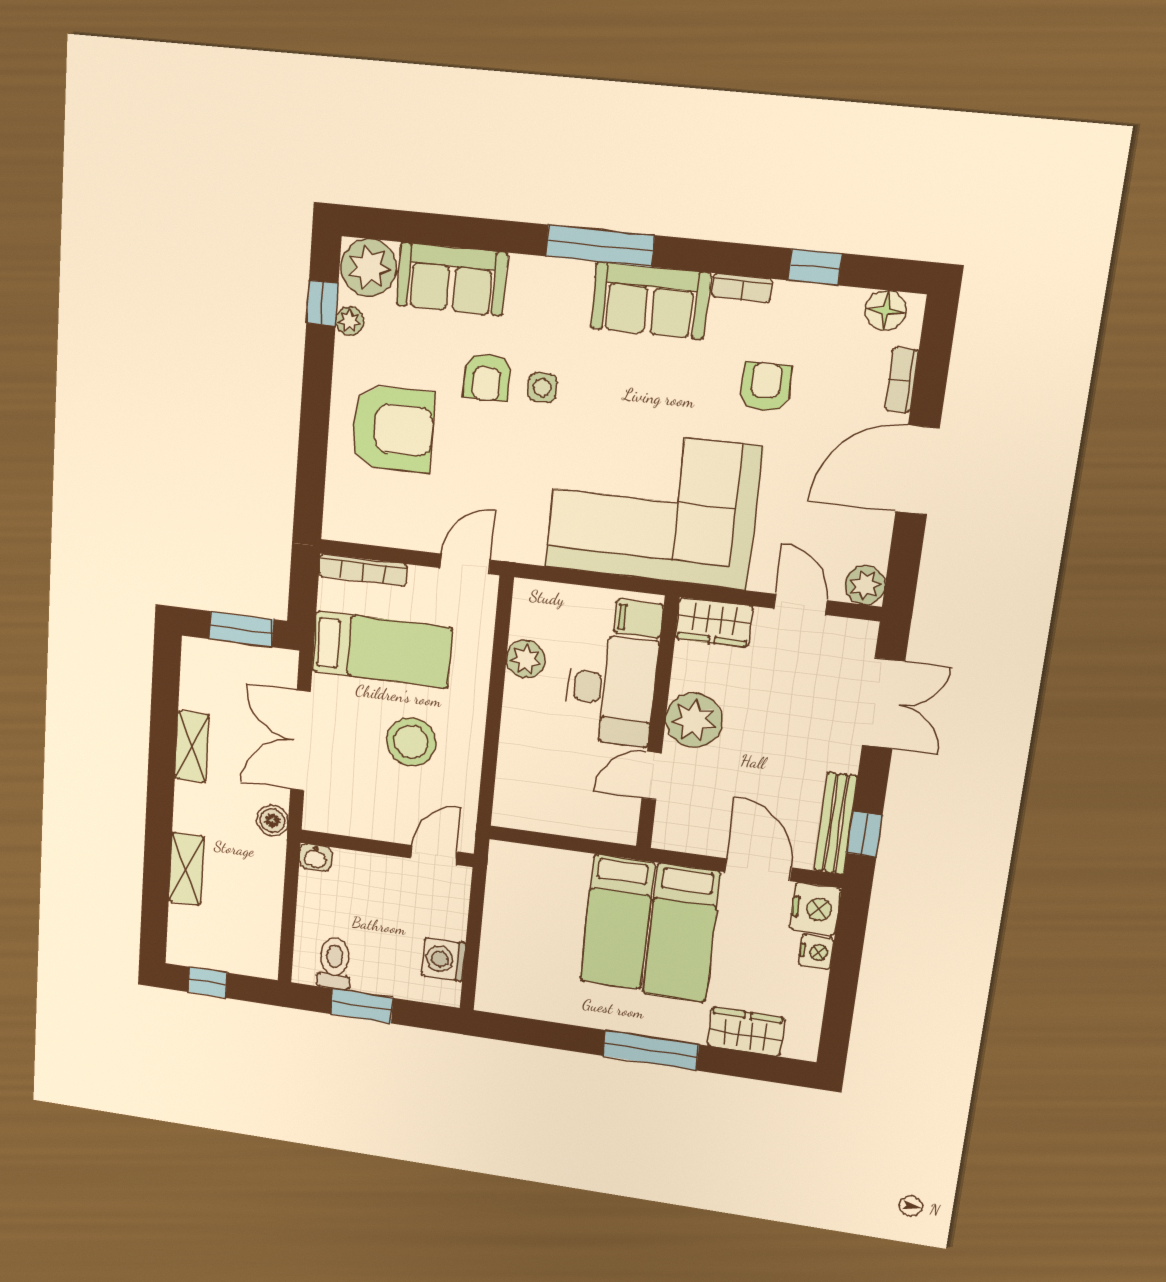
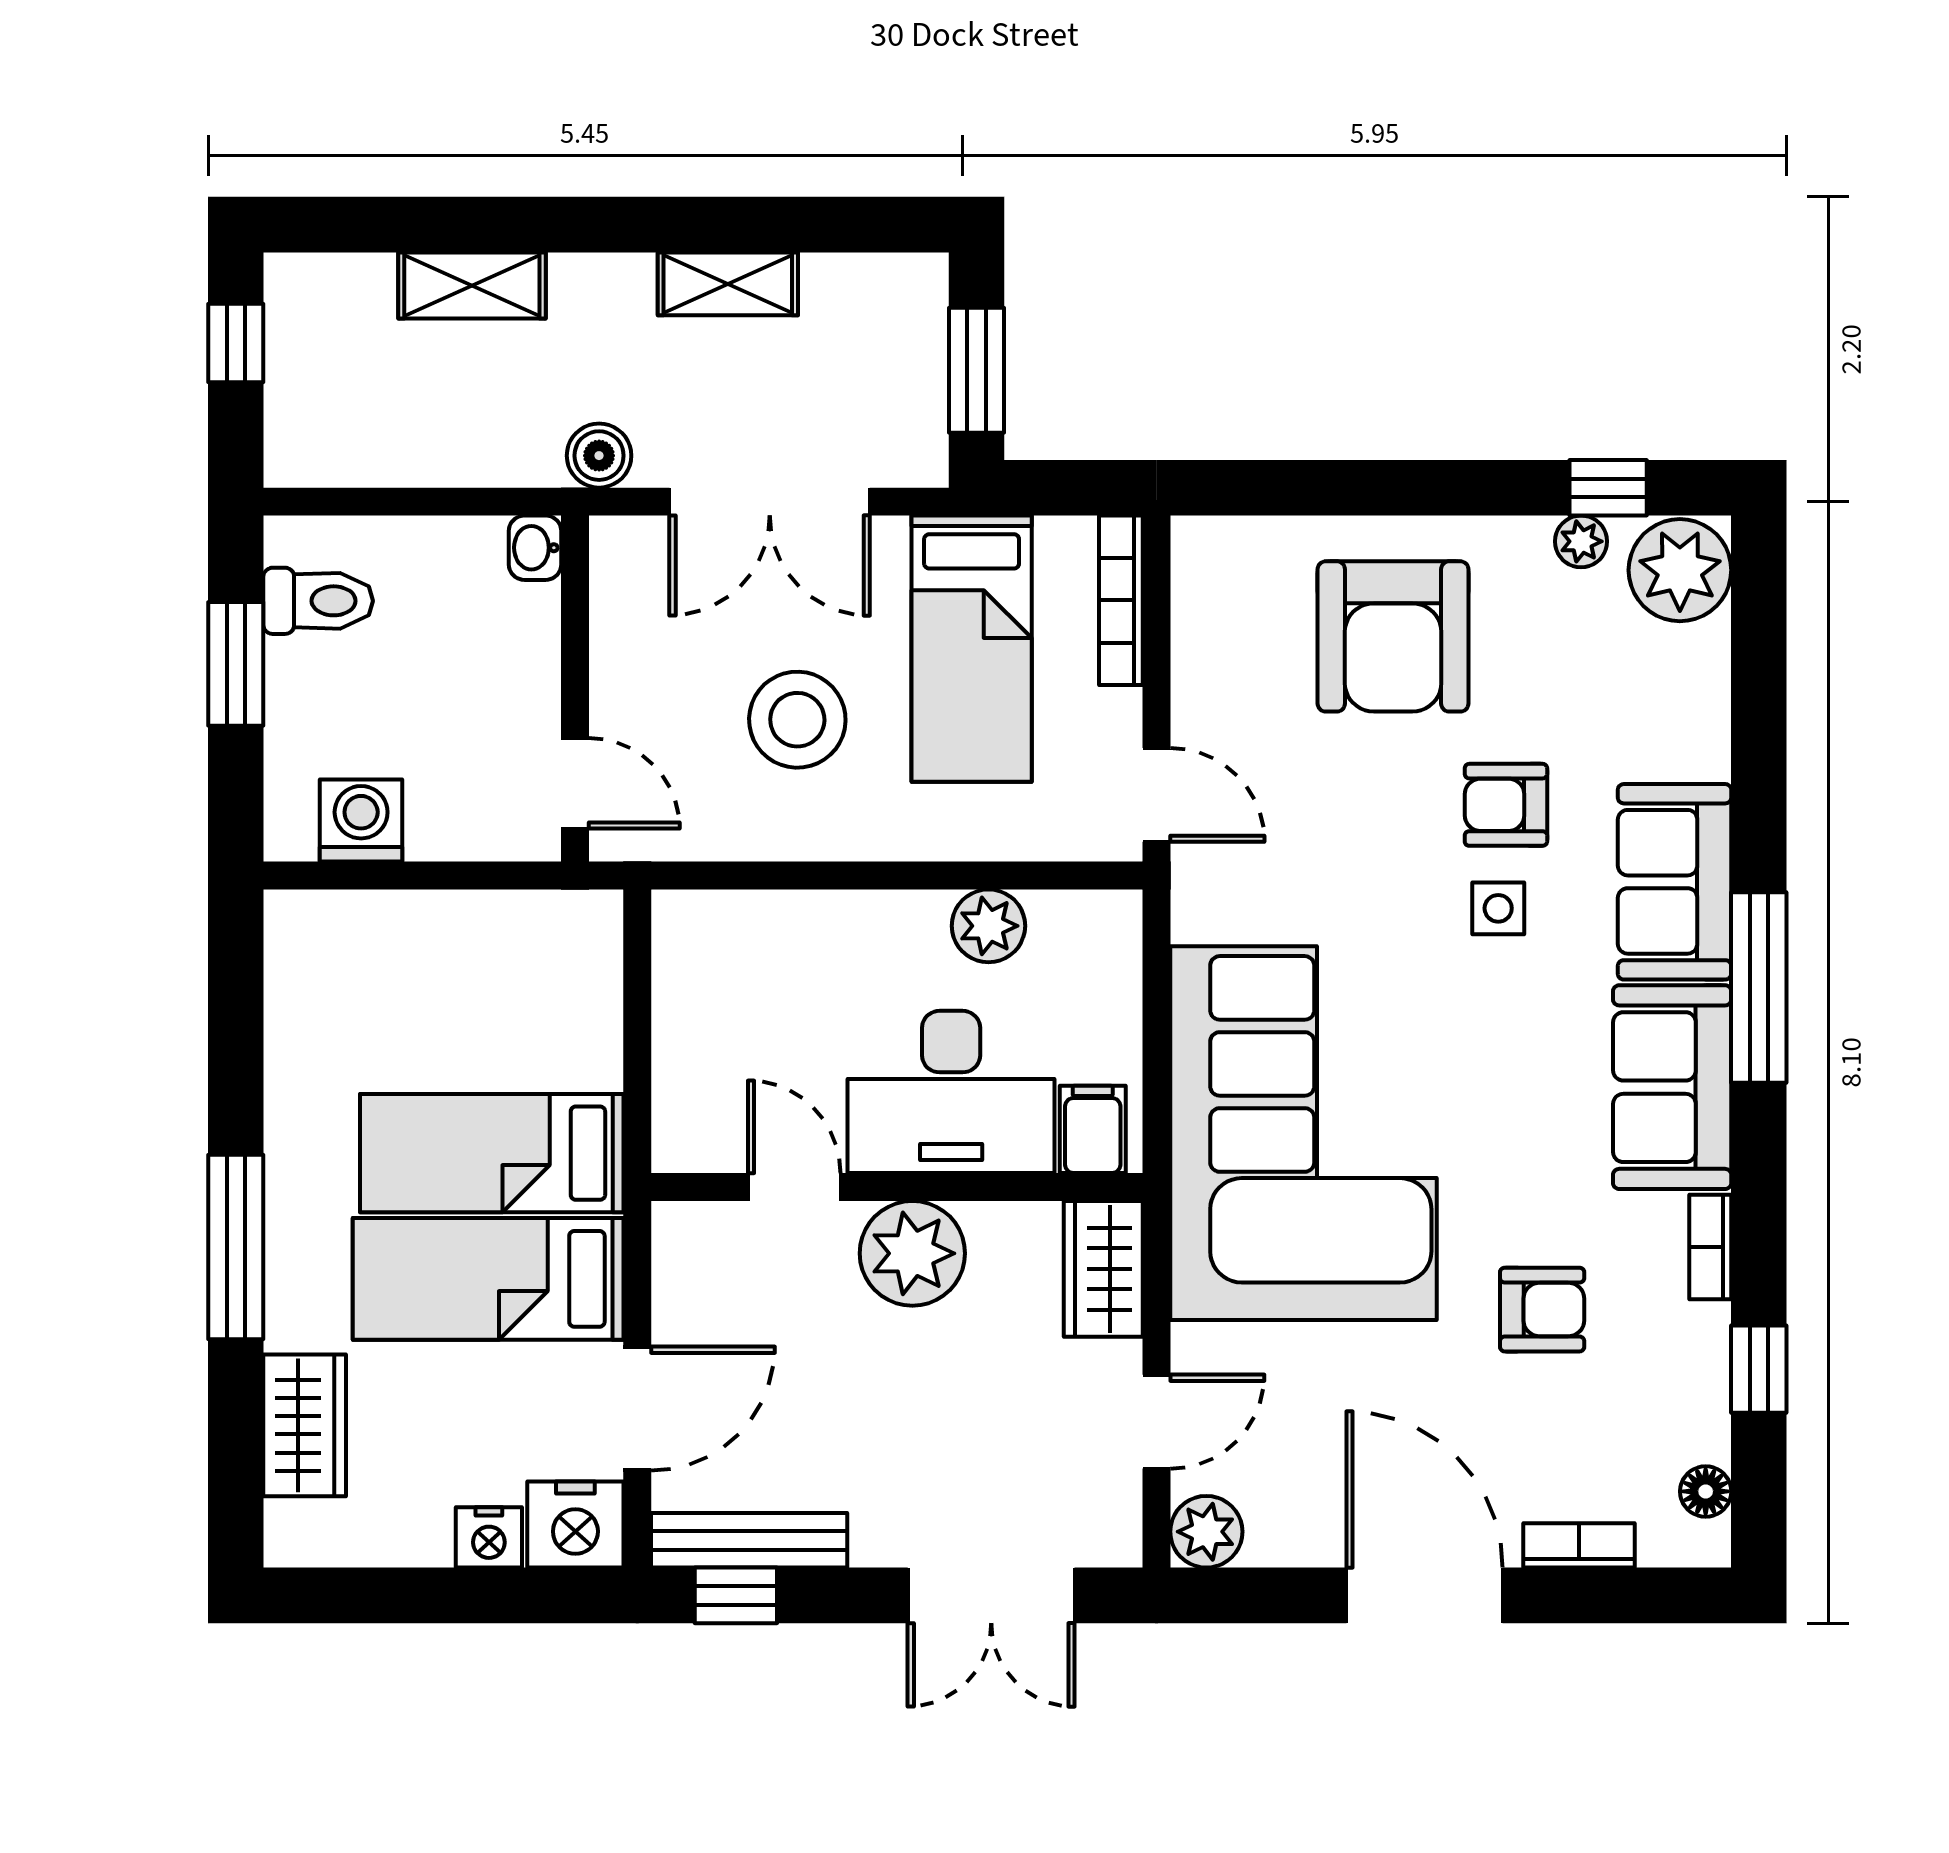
sofa: (452, 279) -> (1675, 882), moved
floor lamp: (886, 311) -> (1706, 1491), width x0.73, depth x0.73
double door: (300, 741) -> (770, 502), swing flipped

